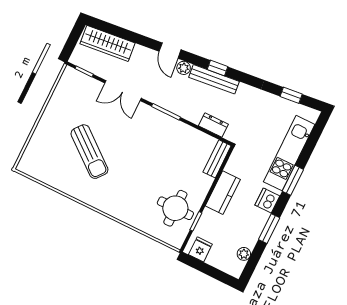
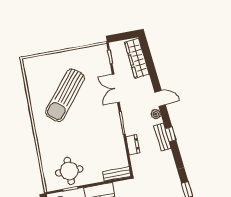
door: (170, 51) -> (160, 99), swing flipped
bench: (214, 79) -> (162, 137), width x0.73
dresser: (213, 125) -> (133, 145), moved
sun lounger: (89, 152) -> (65, 95), width x1.36, depth x1.34

